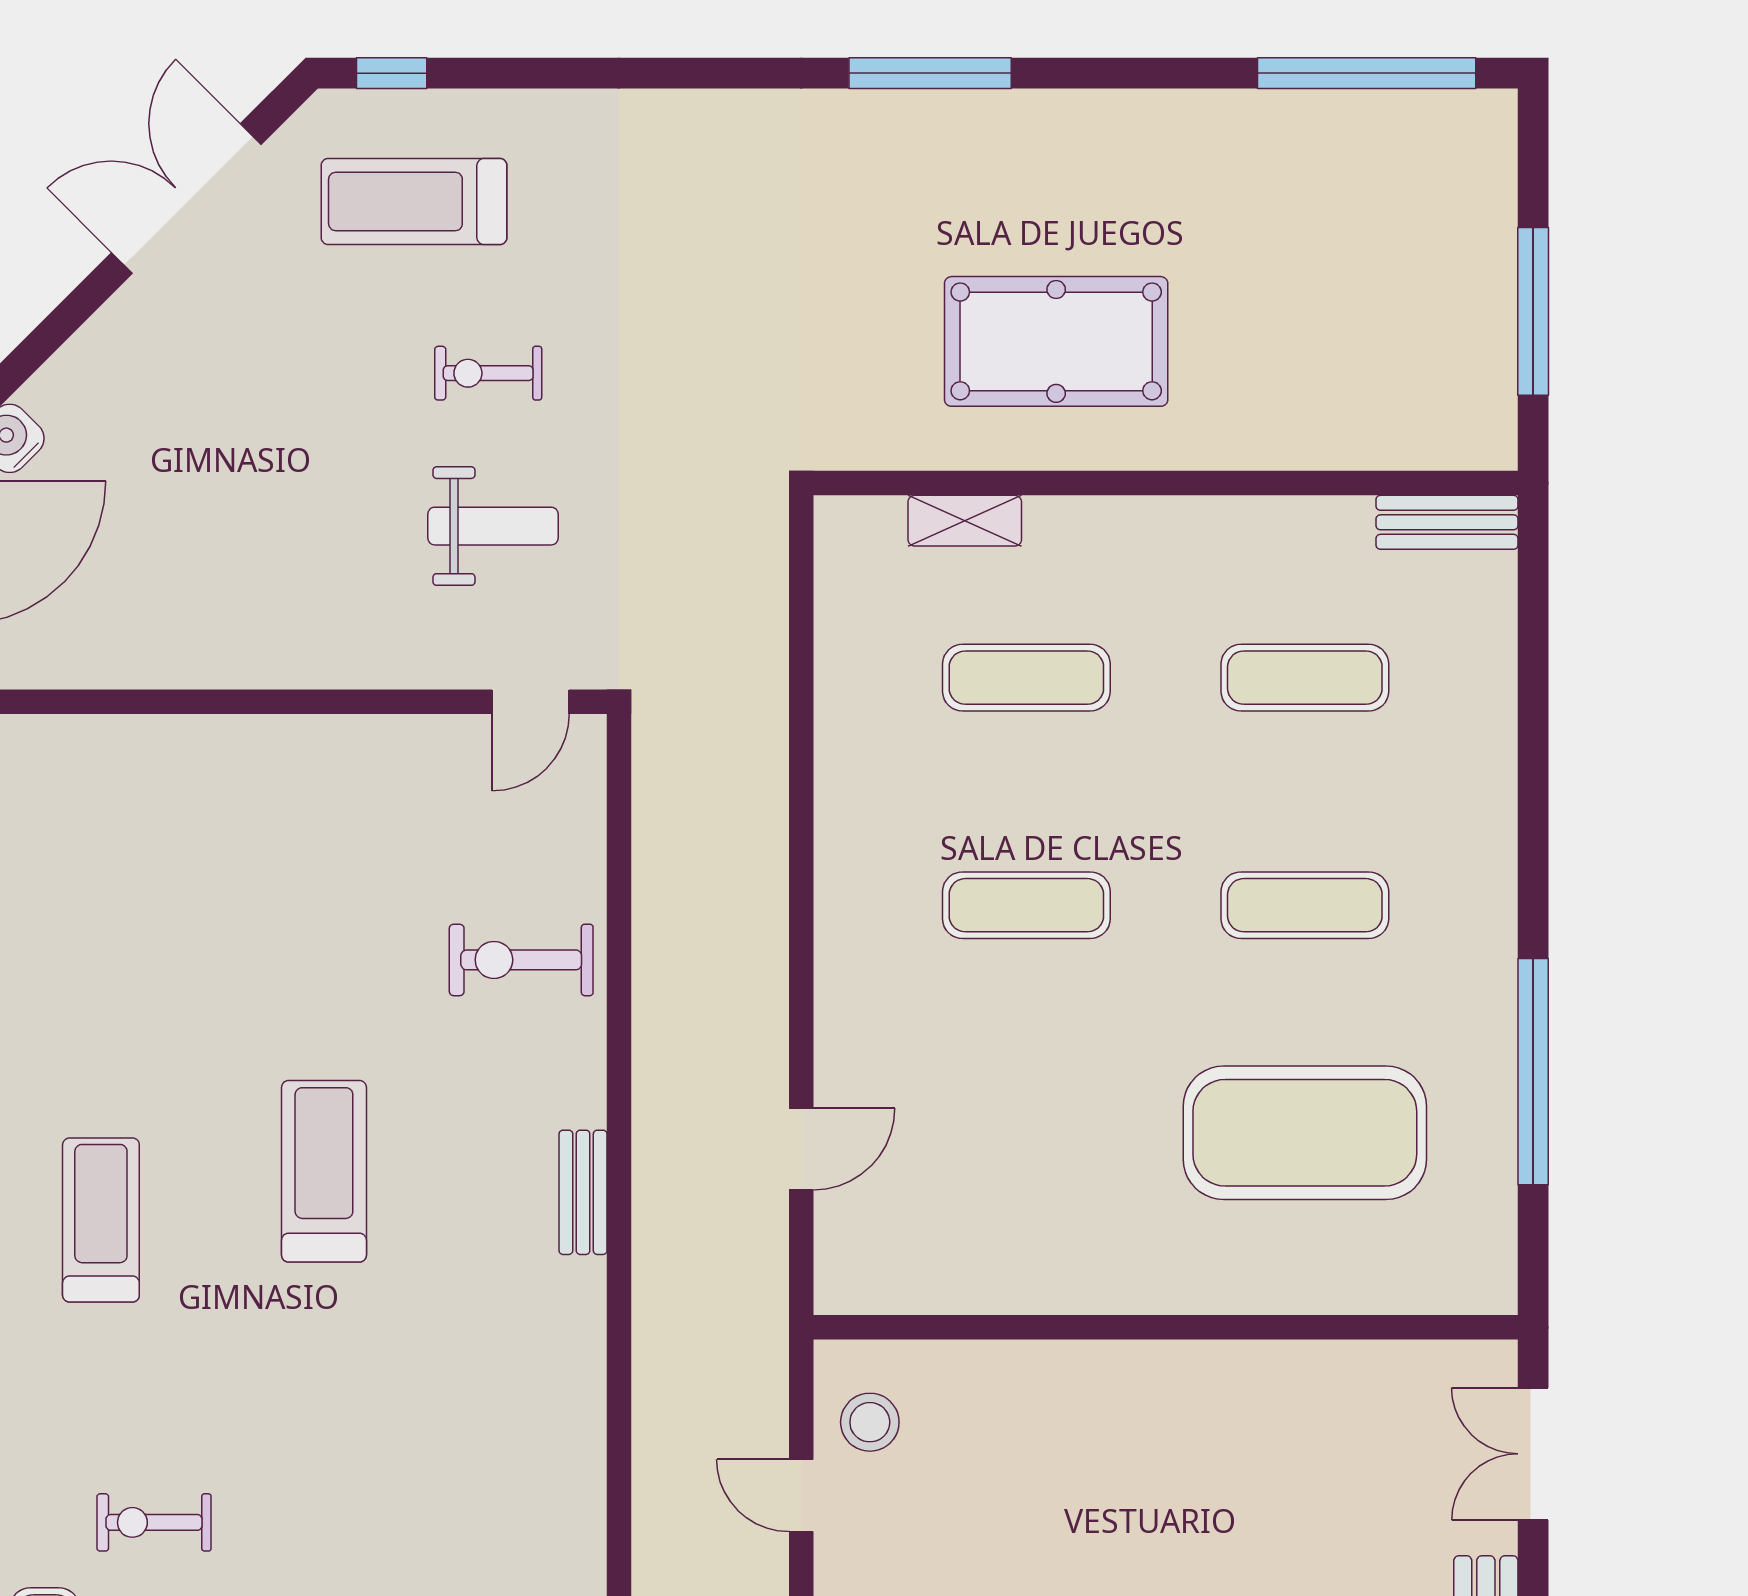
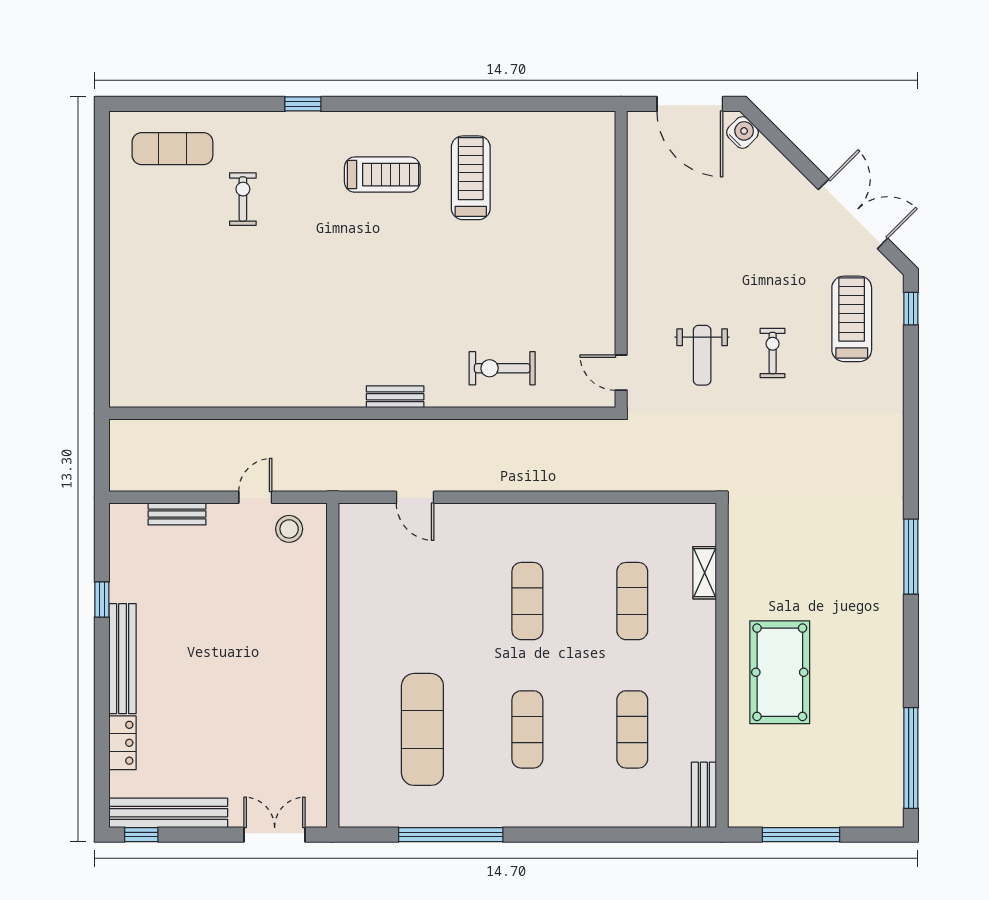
pool table: (1056, 341) -> (780, 672), moved
exercise bike: (521, 960) -> (502, 368), turned -90
exercise mat: (1305, 1133) -> (422, 729), width x0.68
treadmill: (324, 1171) -> (471, 178), moved, turned -90

